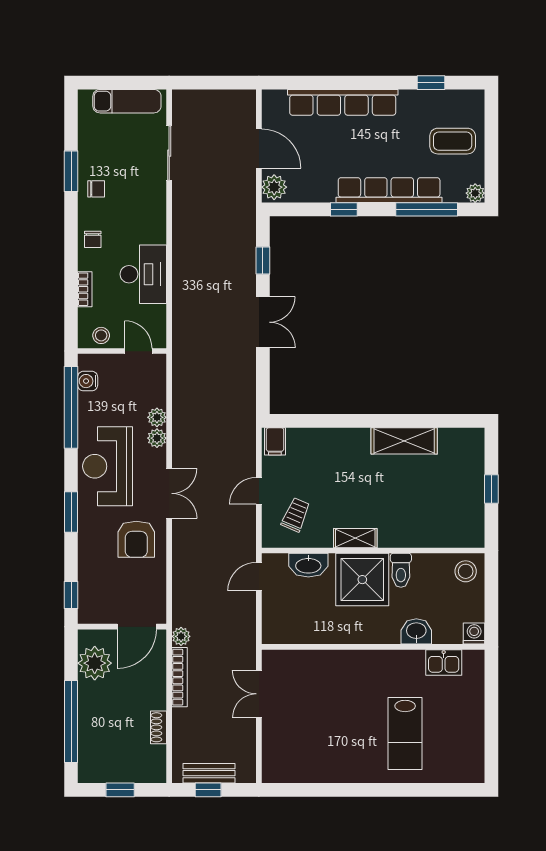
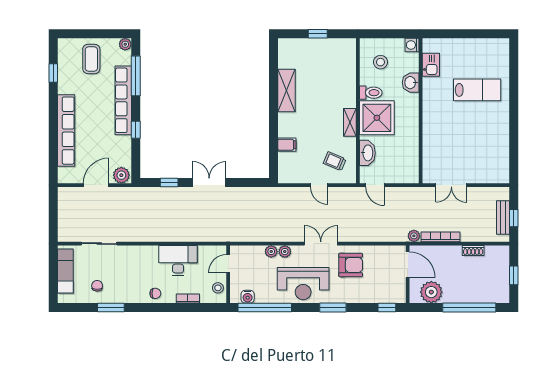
chair: (96, 189) -> (97, 286), moved
filing cabinet: (275, 441) -> (287, 145), moved
stool: (466, 571) -> (380, 62), moved

